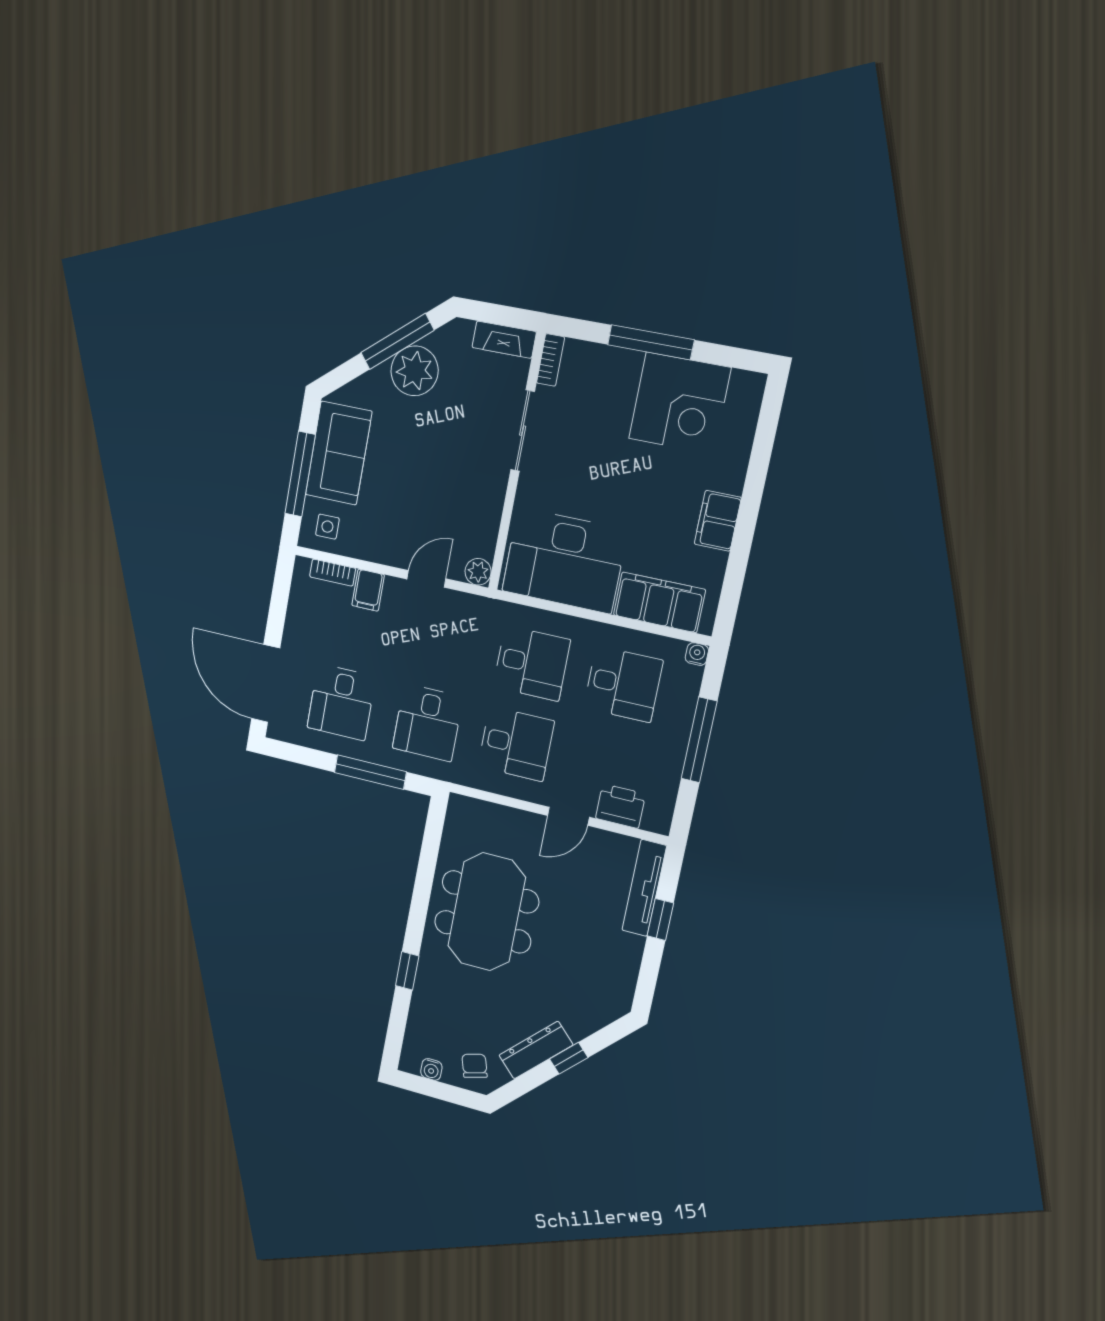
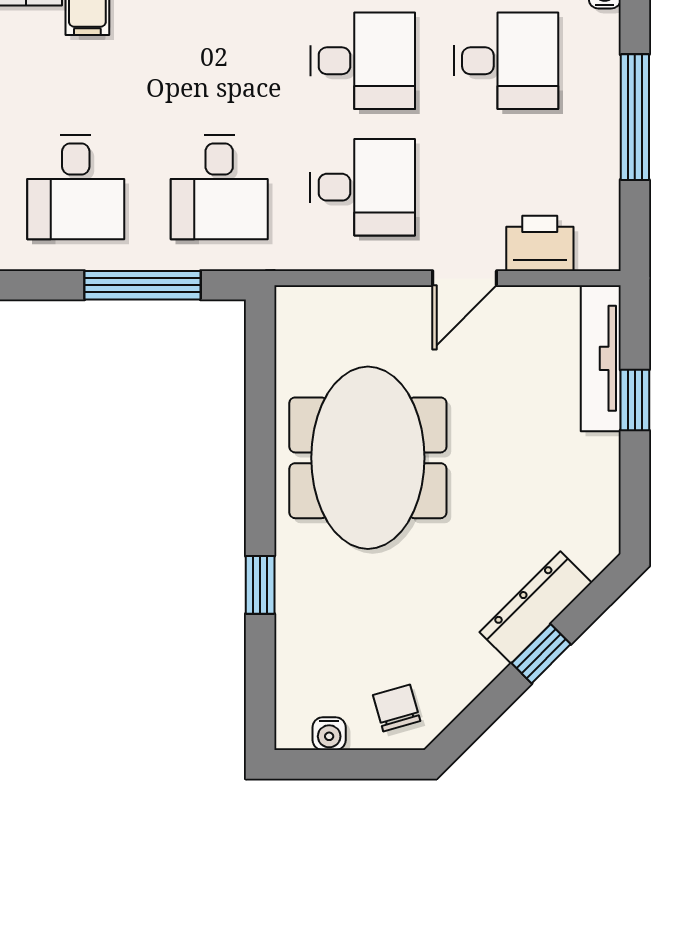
dresser: (536, 1050) -> (536, 607), moved

